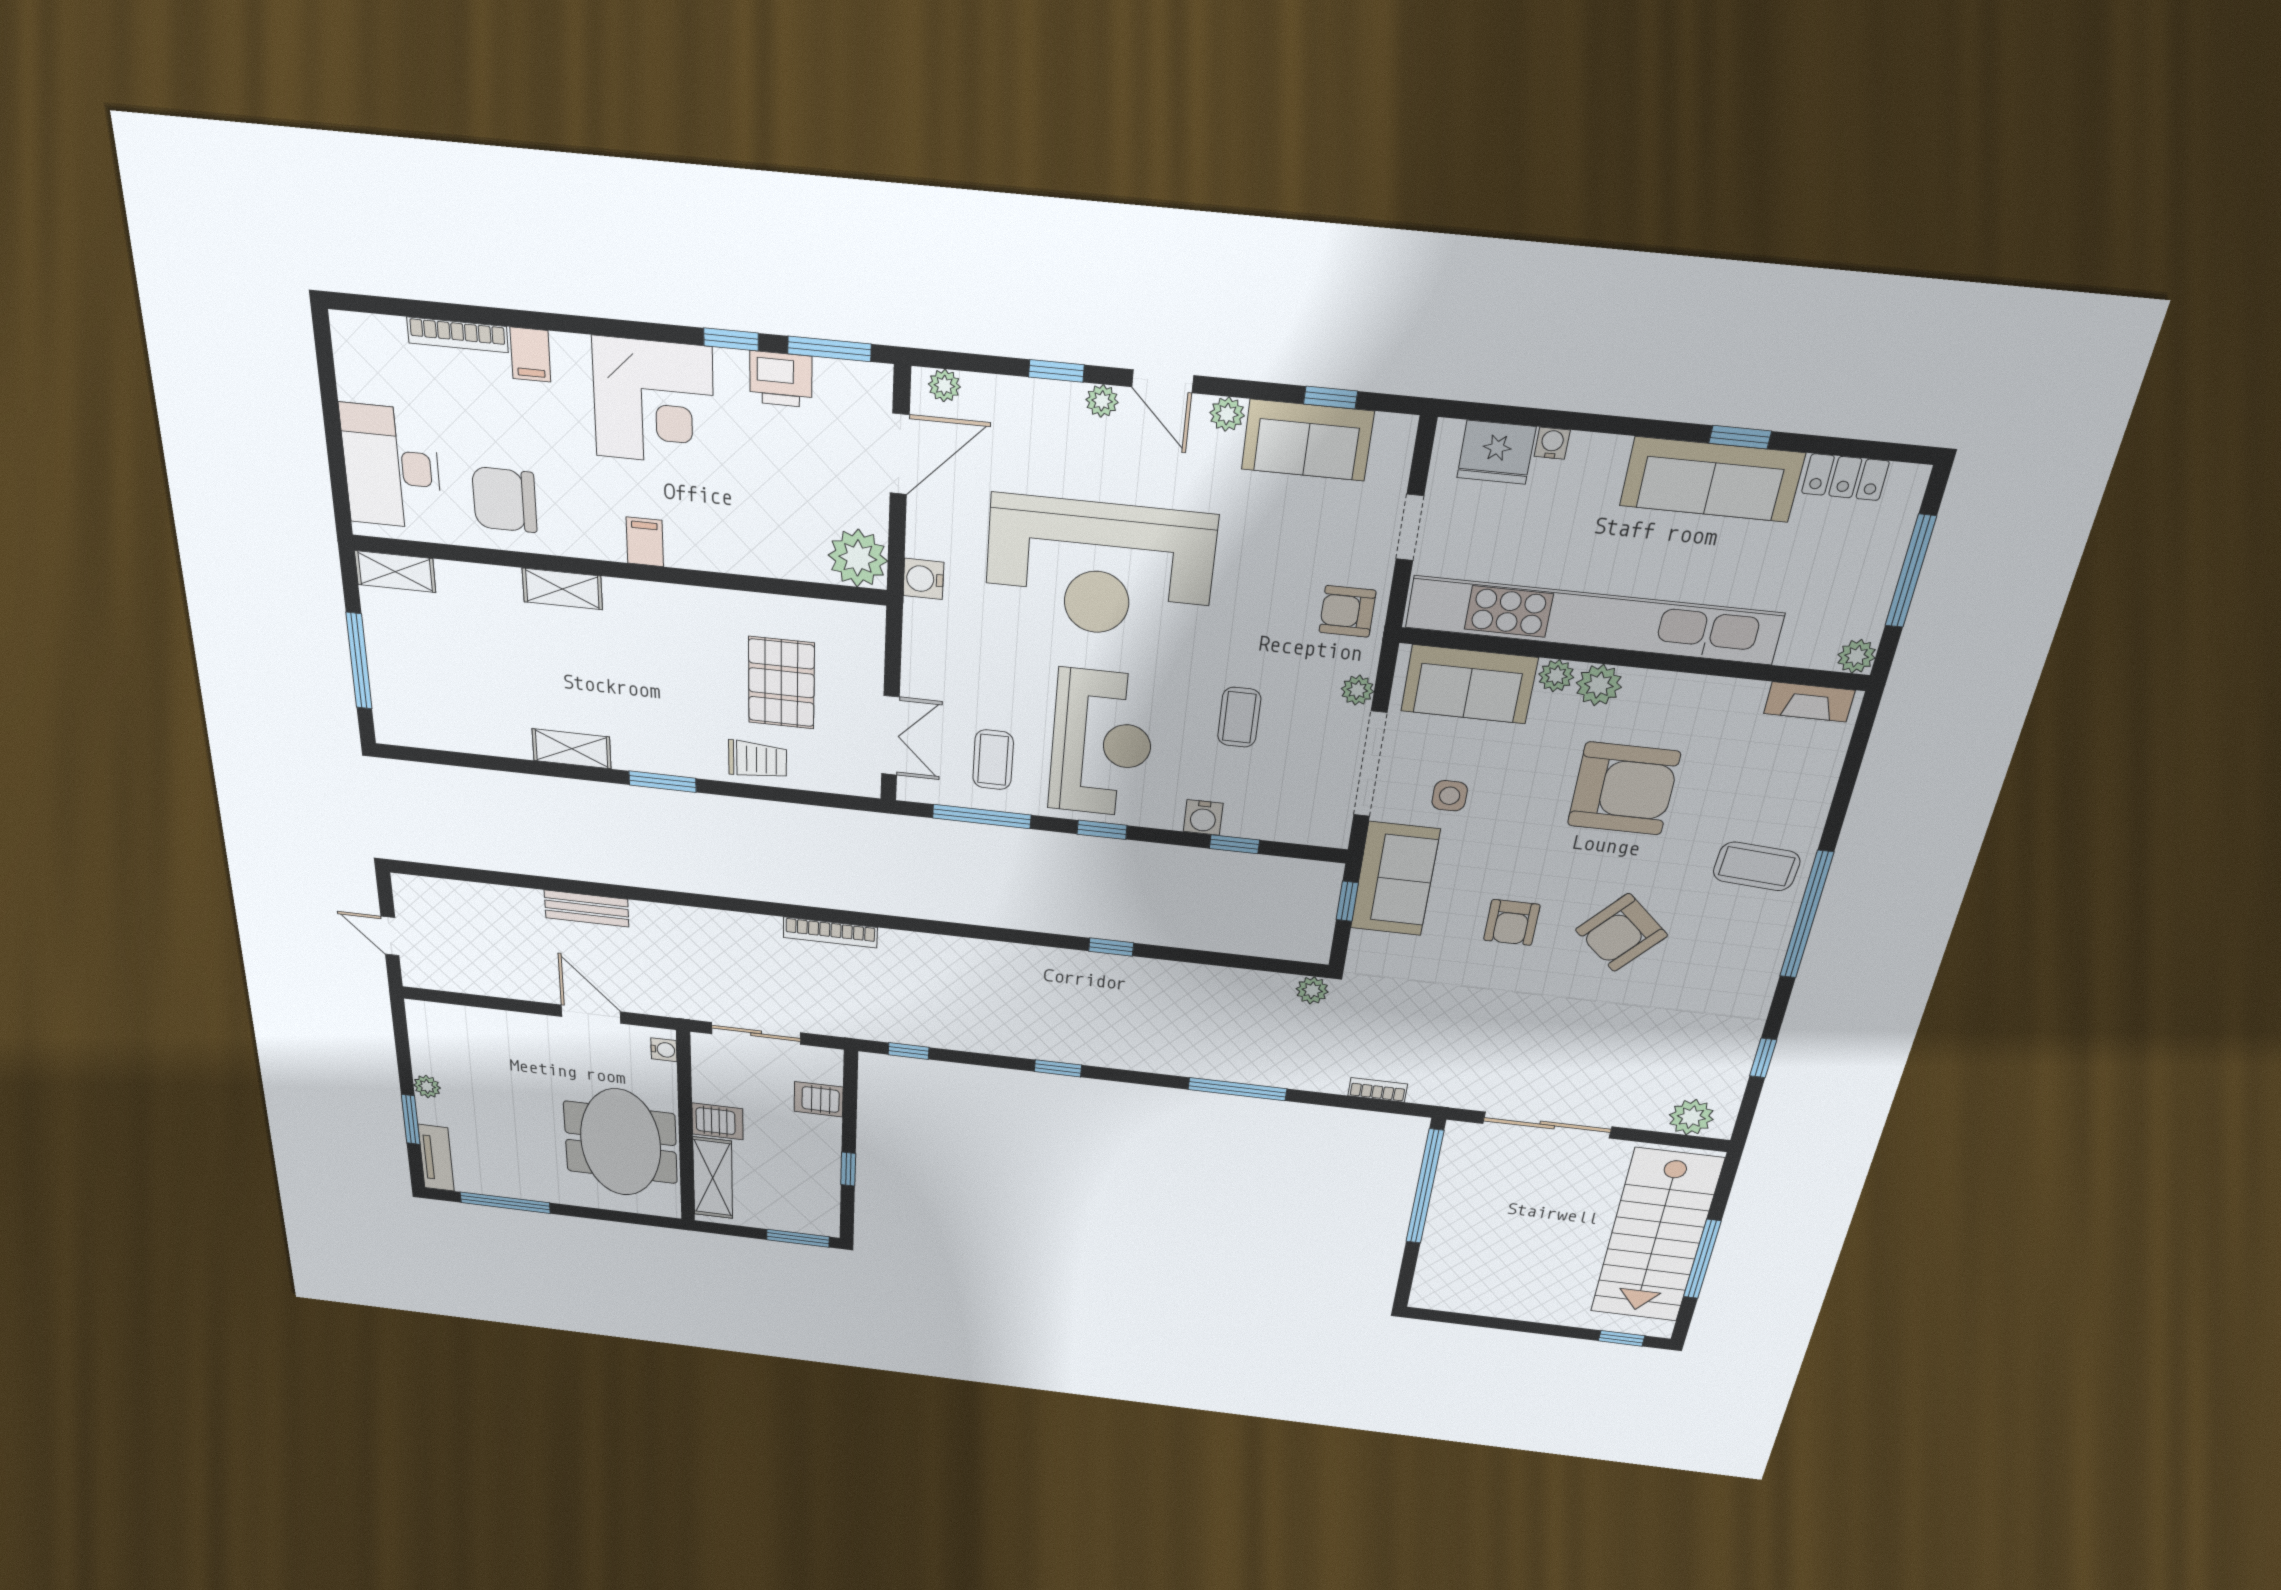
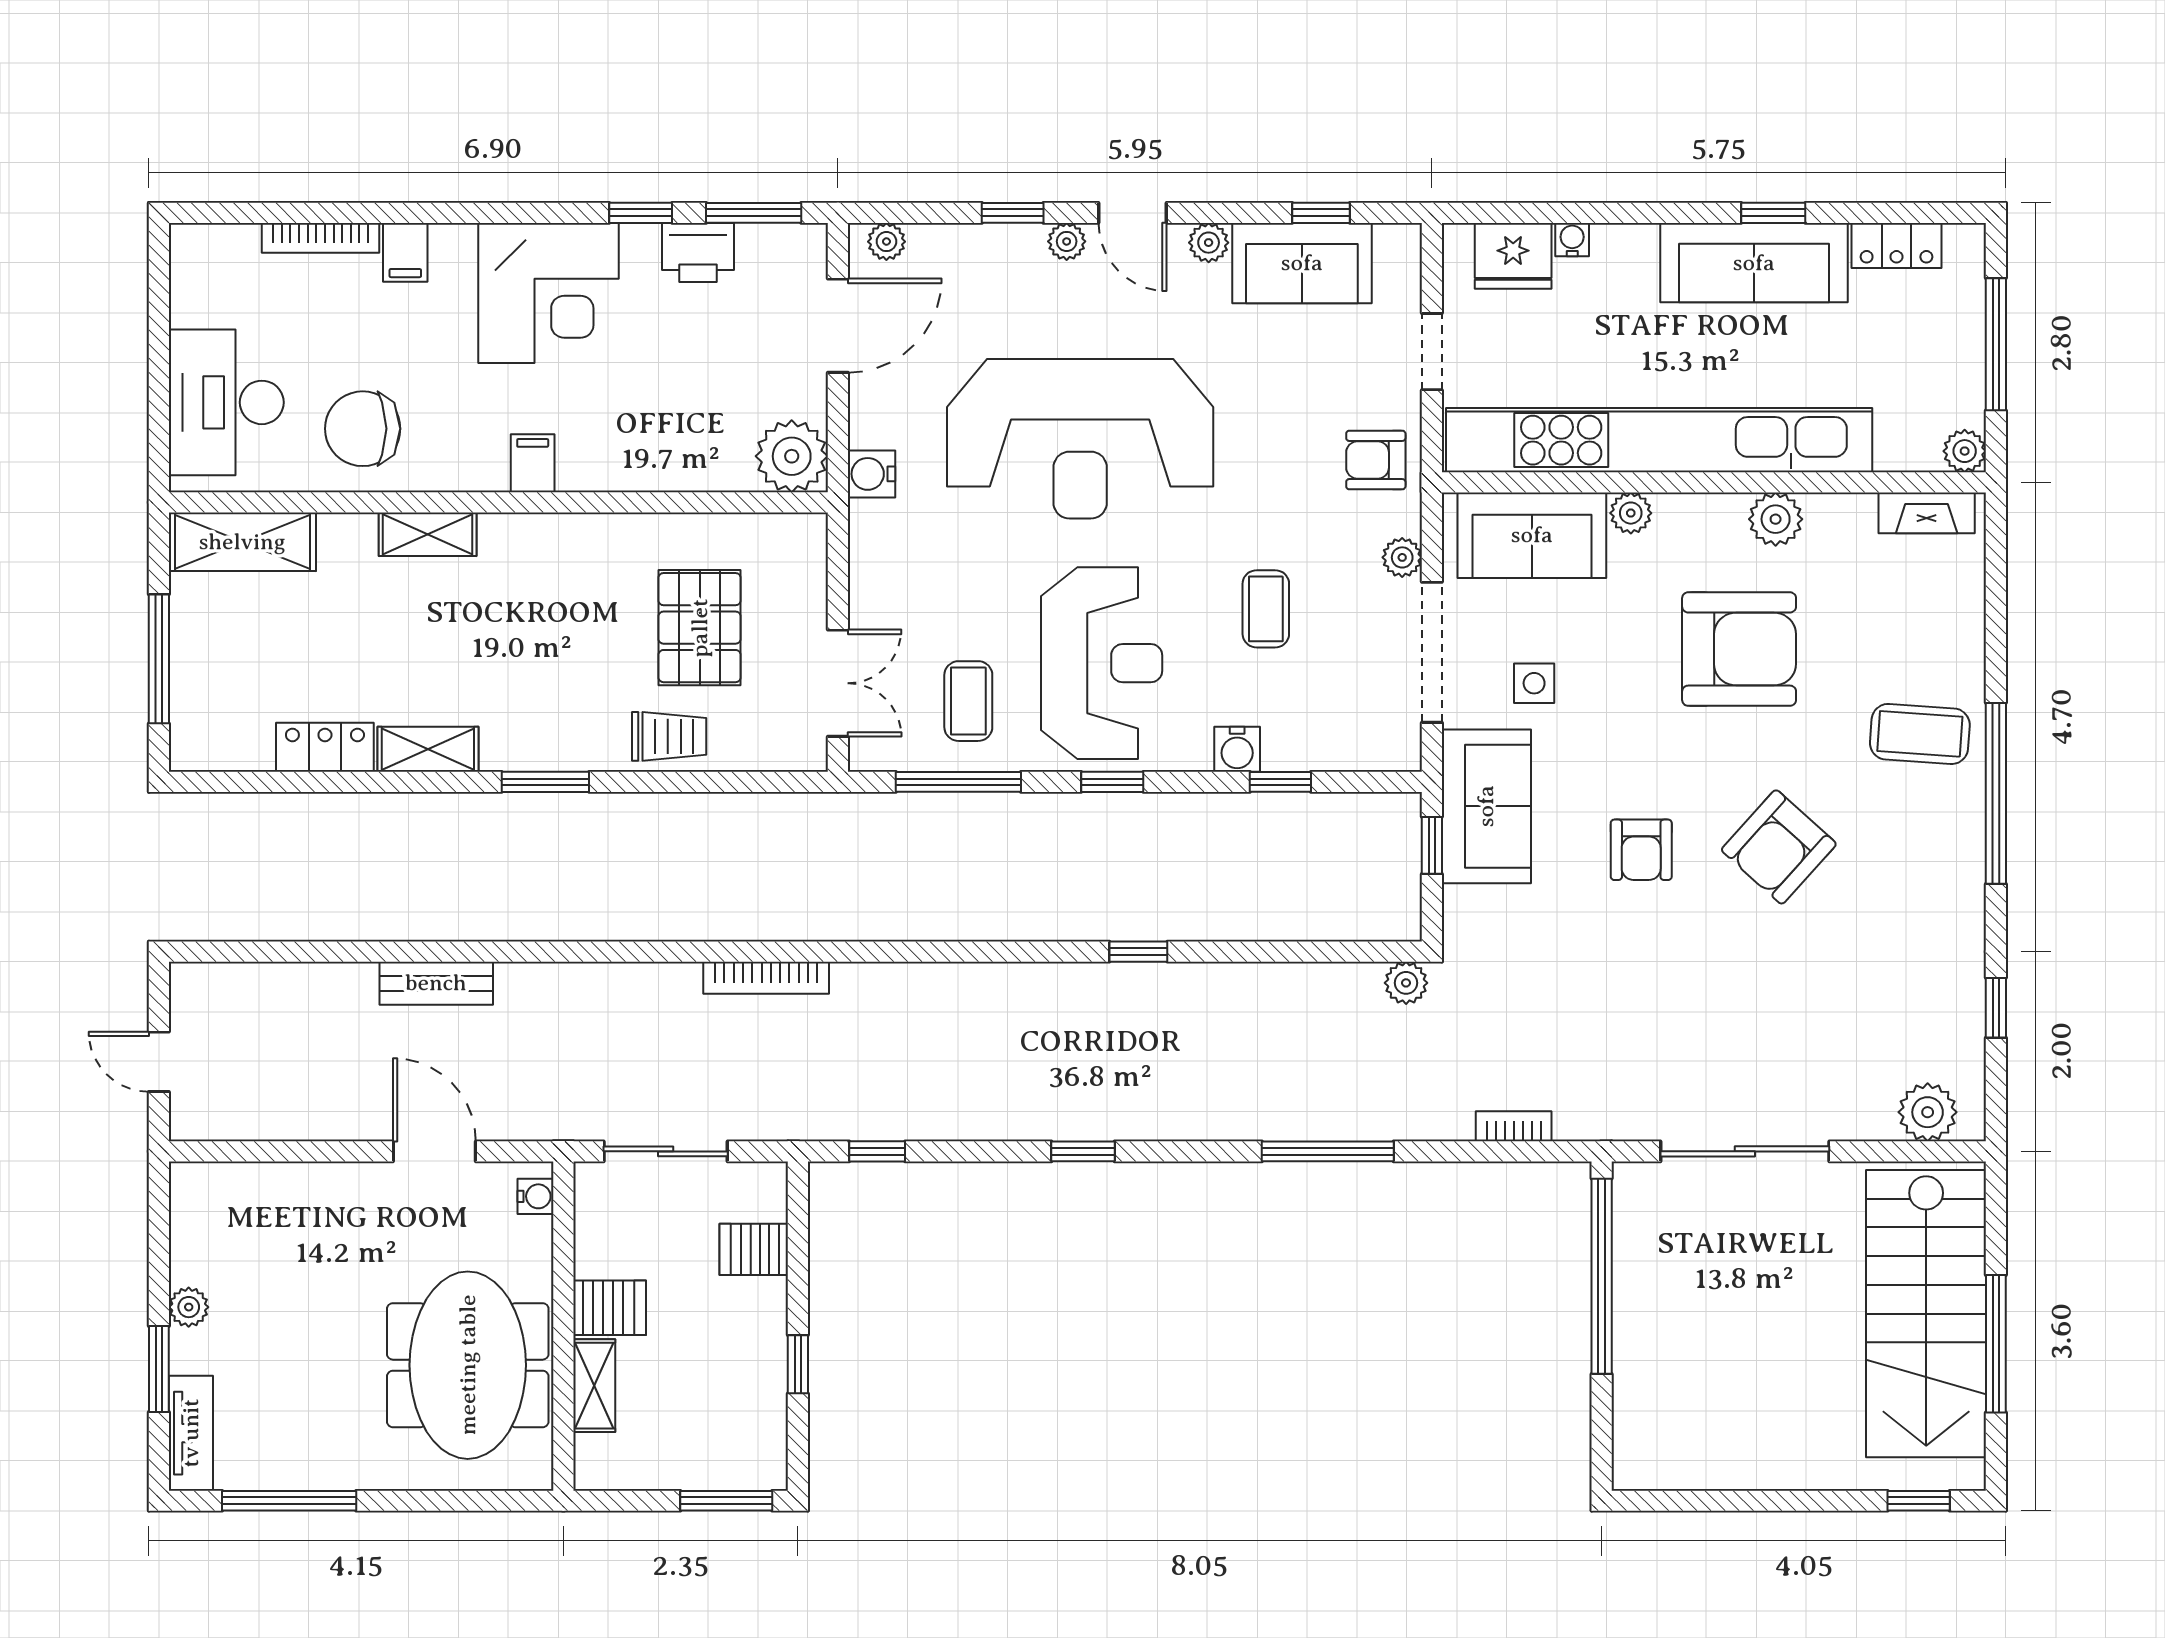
shelving: (395, 572) -> (242, 542), width x1.50, depth x1.33
plant: (1599, 685) -> (1776, 519), moved
locker: (493, 739) -> (325, 747), added
shelving: (713, 1178) -> (594, 1386), width x0.67, depth x0.75

